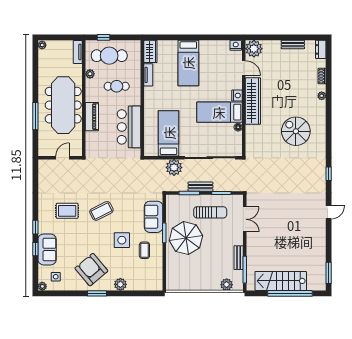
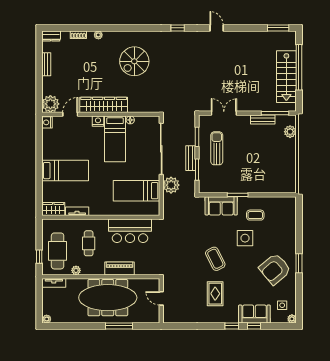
parasol: (186, 238) -> (243, 173), removed
plant: (120, 284) -> (290, 240), removed

